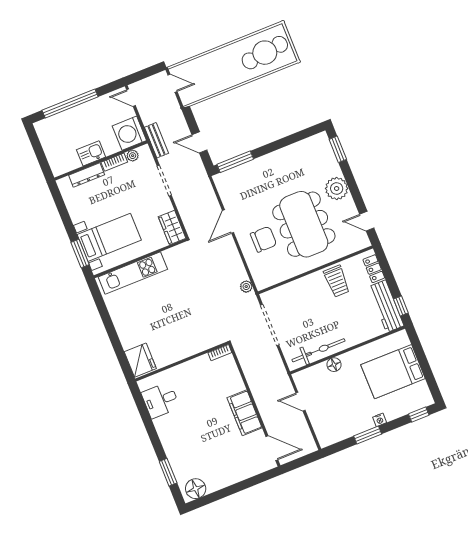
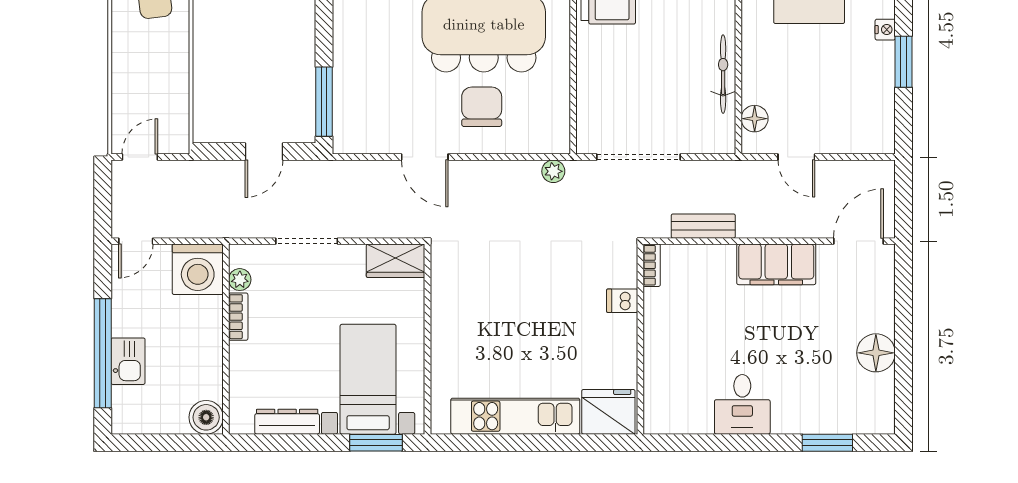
bench: (157, 140) -> (703, 226), moved
kitchen sink: (91, 153) -> (128, 361), moved, turned 180
boiler: (59, 166) -> (206, 417), added
dresser: (87, 175) -> (287, 422), moved, turned -90
kitchen unit: (133, 273) -> (515, 416), moved, turned -90
dishwasher: (197, 345) -> (622, 301), added
bicycle: (318, 350) -> (723, 74), width x0.73, depth x0.71
floor lamp: (334, 365) -> (755, 119), moved
desk: (161, 400) -> (742, 404), moved
door: (300, 402) -> (796, 157), hinge flipped
floor lamp: (196, 489) -> (876, 353), moved

